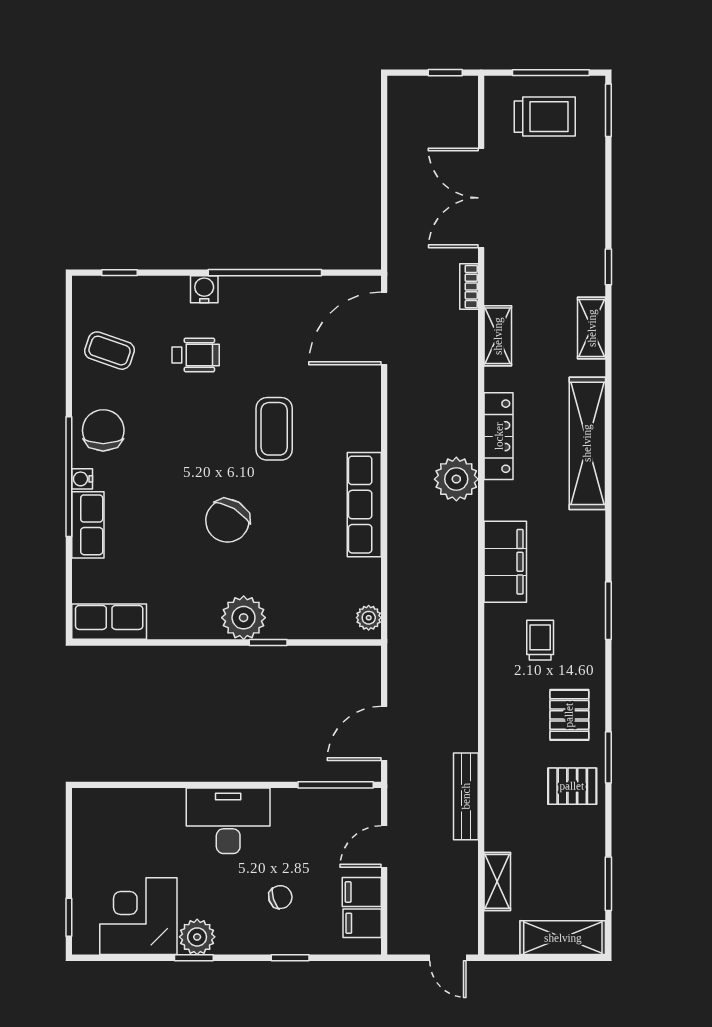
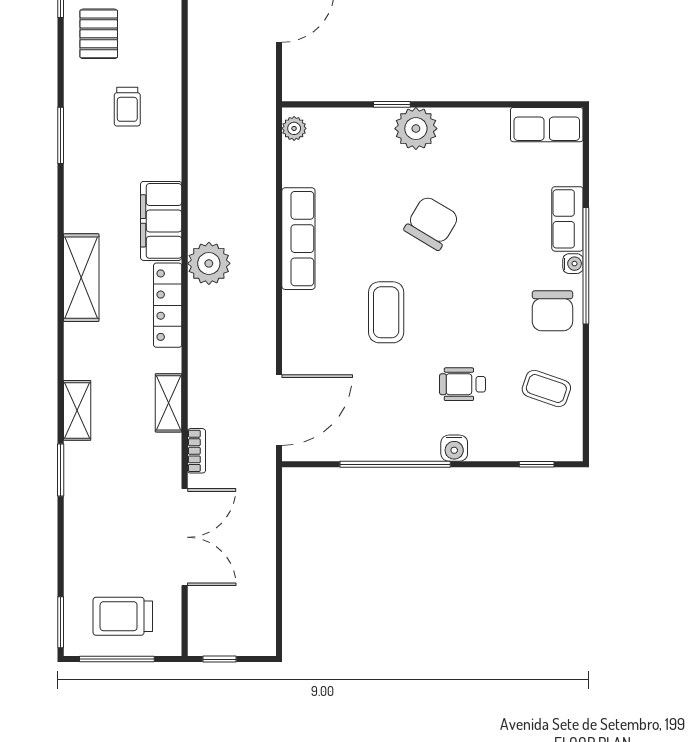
window: (608, 267) -> (61, 470), width x1.50
shelving: (587, 443) -> (81, 278), width x0.68
filing cabinet: (505, 562) -> (161, 221), moved

